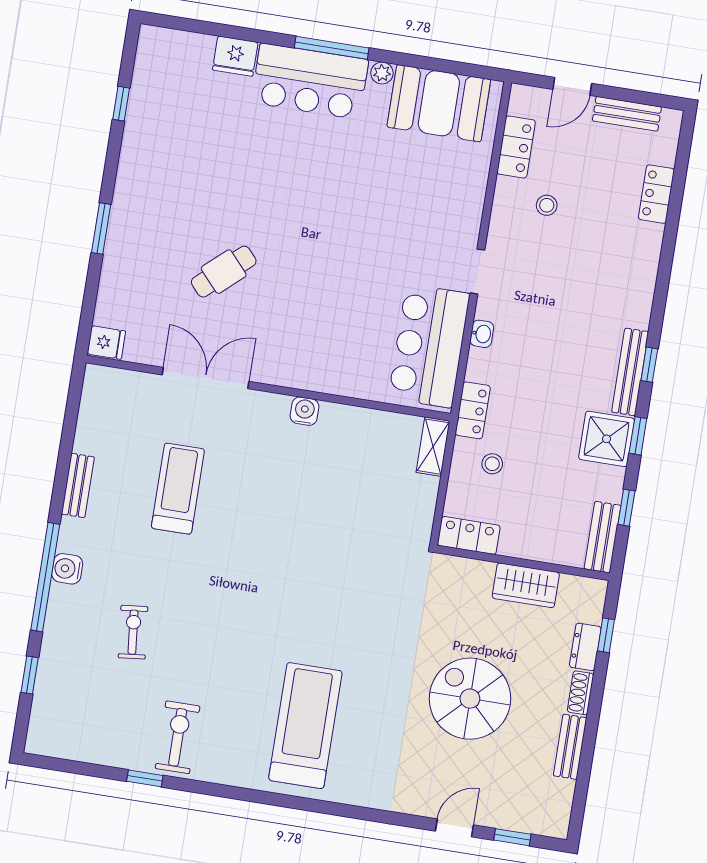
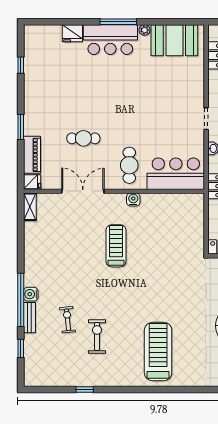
cafe table: (224, 272) -> (83, 138), turned 42
piano: (115, 288) -> (32, 155), added
cafe table: (307, 341) -> (129, 165), added
bar counter: (429, 346) -> (176, 174), moved, turned 90
shelving: (433, 447) -> (30, 207), moved
bench: (78, 485) -> (29, 318), moved
treadmill: (178, 489) -> (116, 246), moved
exercise bike: (178, 737) -> (97, 336), moved

